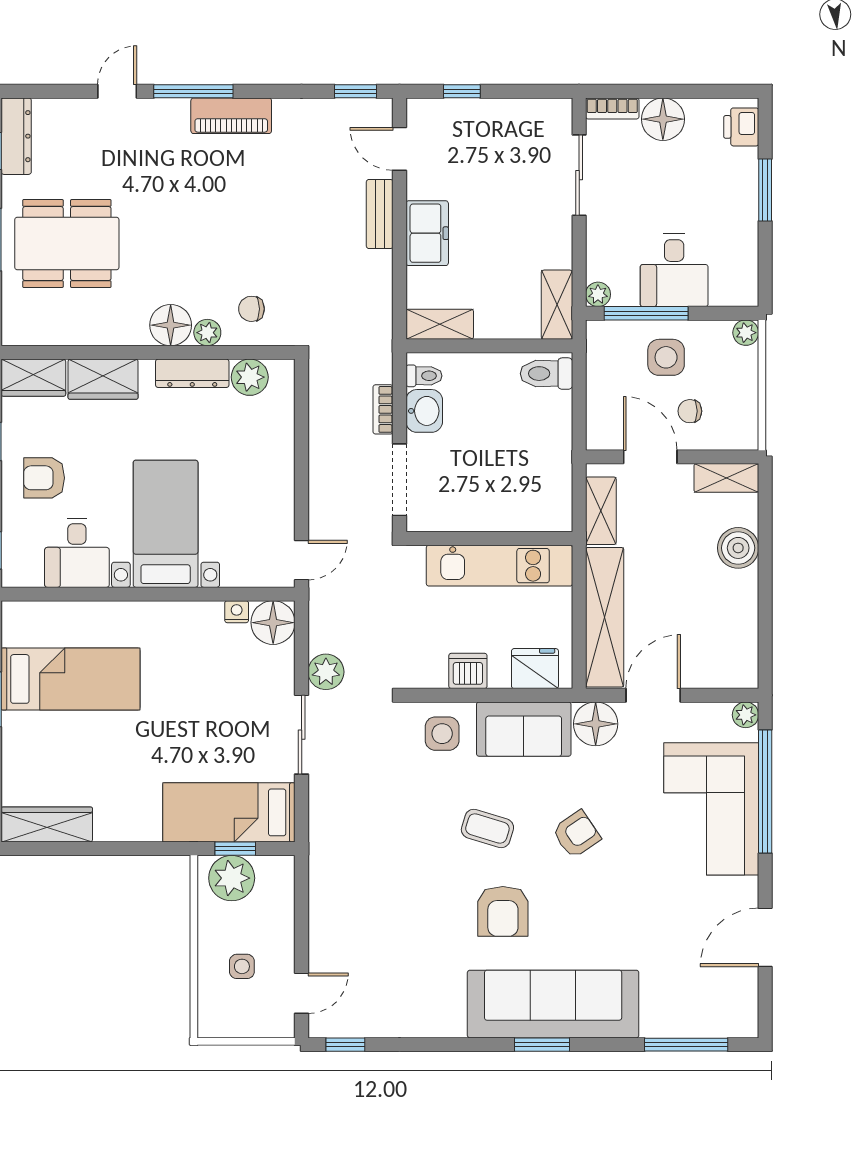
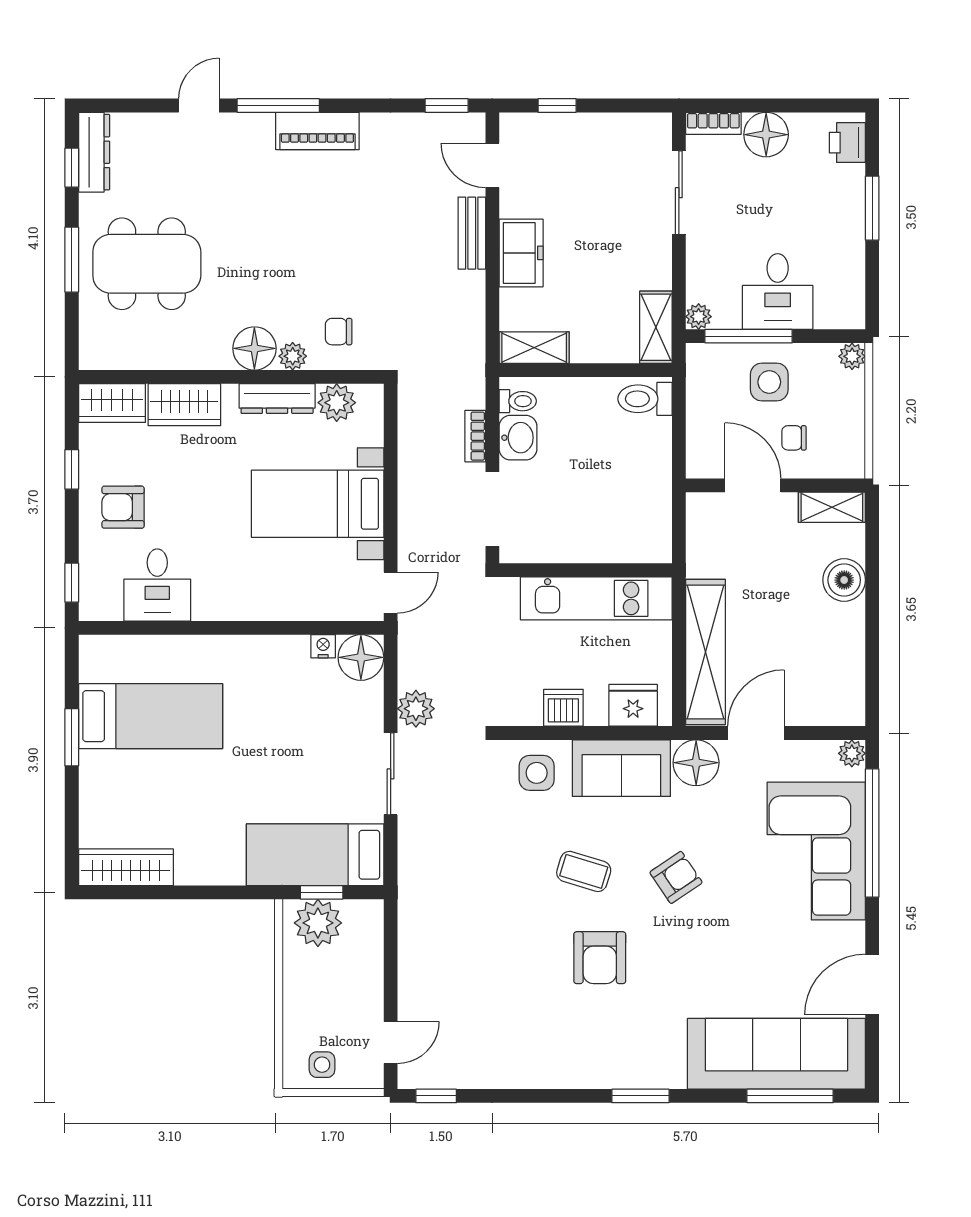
shelving: (601, 511) -> (701, 541), removed
bed with nightstands: (166, 524) -> (318, 504), moved, turned -90
side table: (242, 966) -> (322, 1065), moved
sofa: (553, 1004) -> (776, 1054), moved

